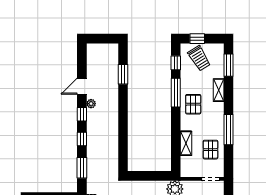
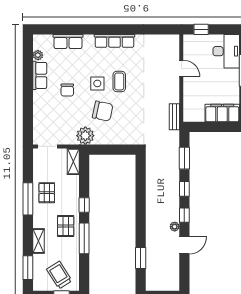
window: (176, 63) -> (84, 205), moved
shelving: (186, 143) -> (73, 161), moved
pallet: (210, 150) -> (47, 193), moved

